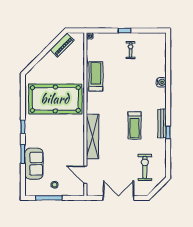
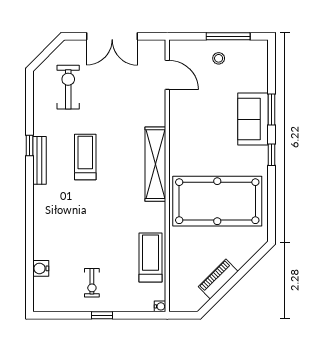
piano: (62, 45) -> (218, 279), moved
treadmill: (96, 76) -> (151, 257), moved, turned 180
water cooler: (161, 82) -> (41, 268), moved
shelving: (92, 136) -> (155, 164), moved
sofa: (34, 164) -> (253, 119), moved
exercise bike: (145, 167) -> (68, 87), turned 180

